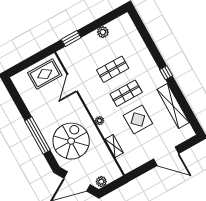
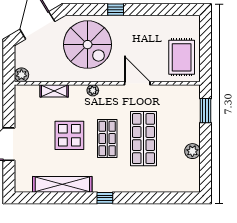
shop shelf: (113, 69) -> (143, 139), width x1.43, depth x1.36
door: (72, 83) -> (137, 83), moved
window: (38, 135) -> (116, 10), width x0.32
plant: (101, 182) -> (21, 75), moved

